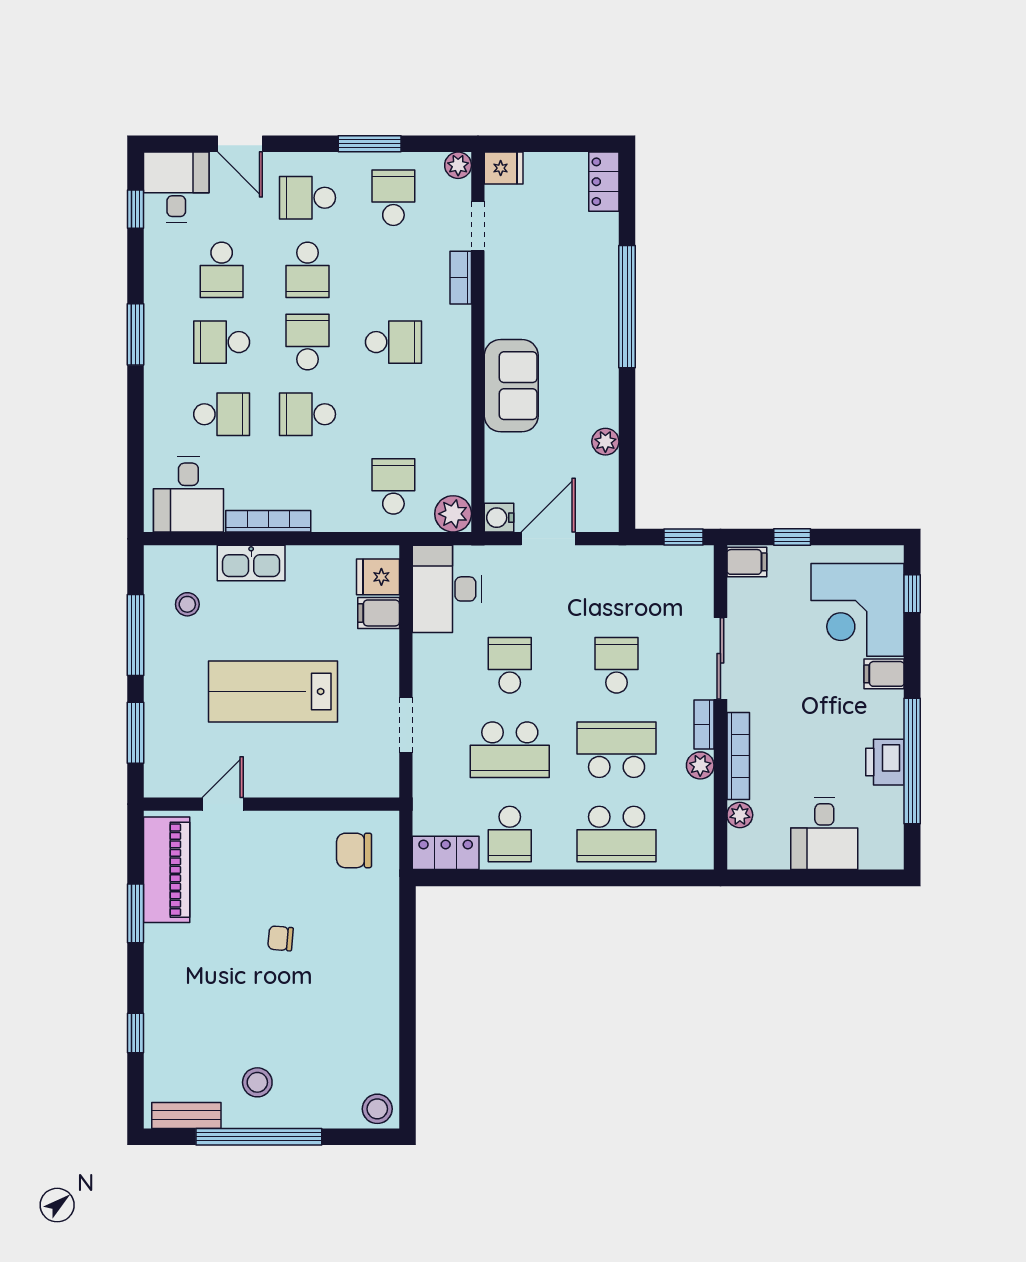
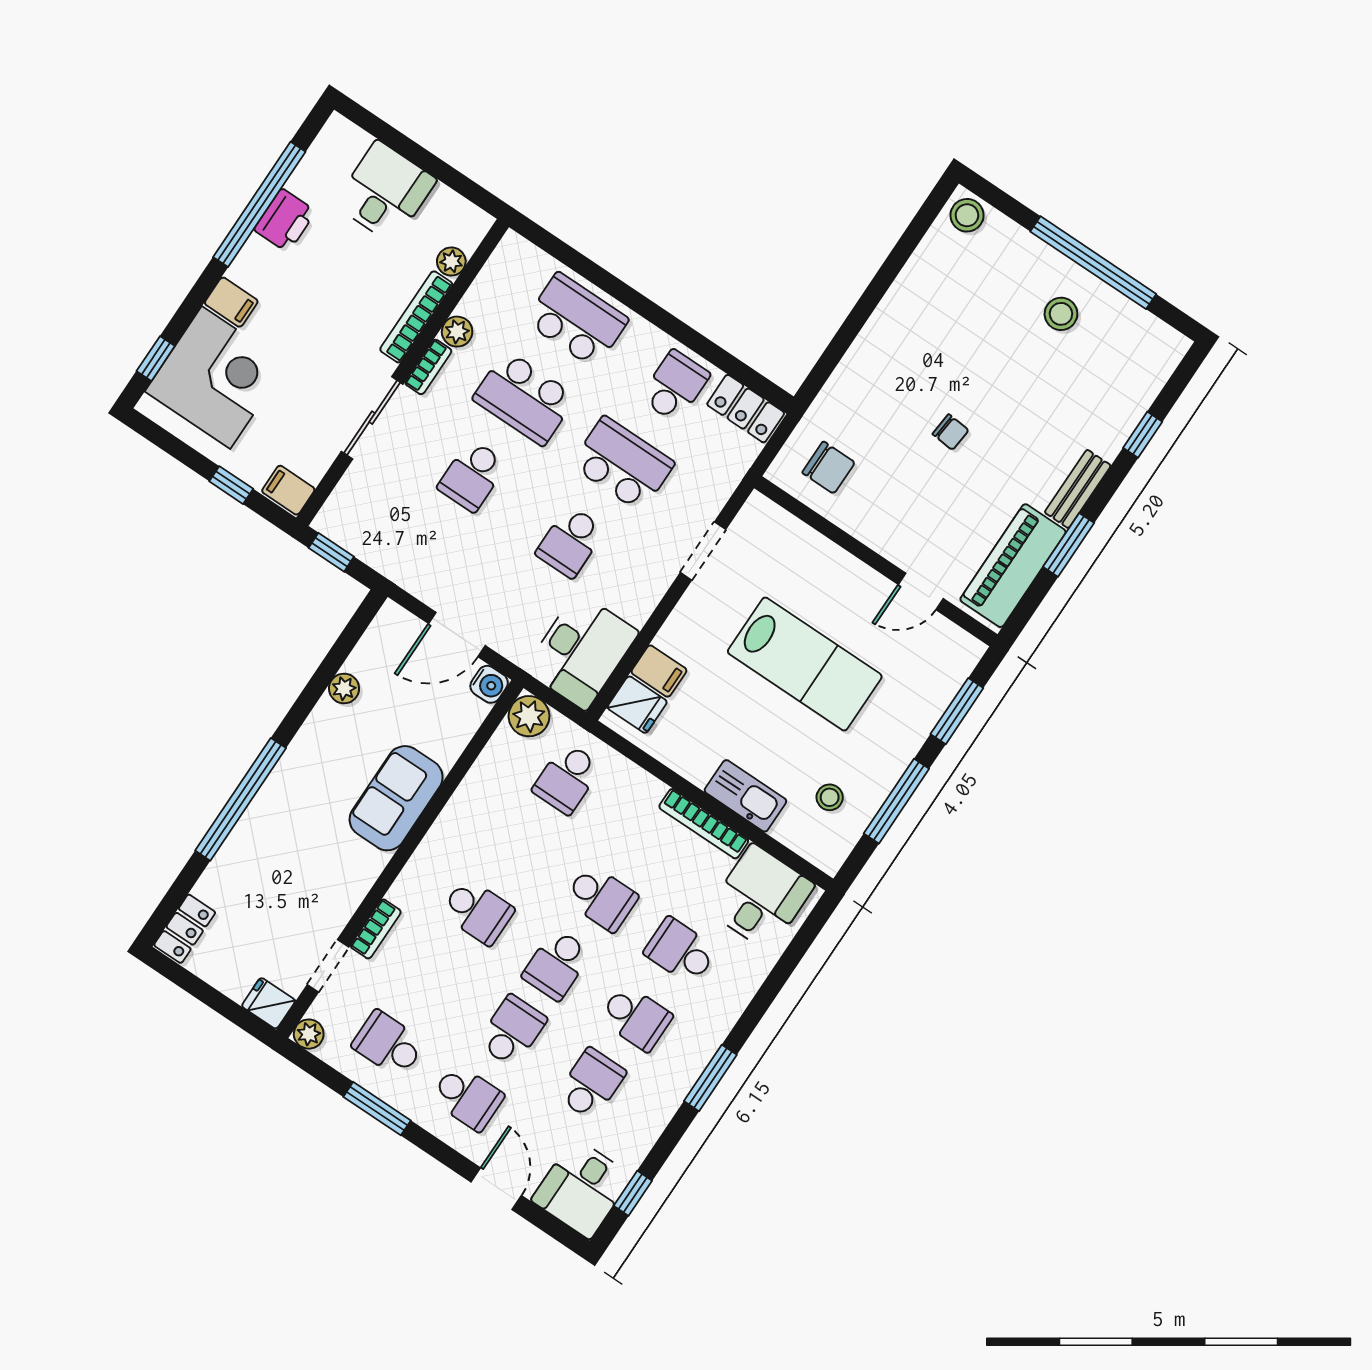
school desk: (393, 198) -> (388, 1044), turned 90
school desk: (393, 342) -> (478, 911), turned 180
bench: (186, 1115) -> (1078, 489), moved, turned 90

